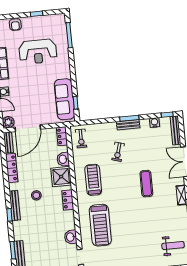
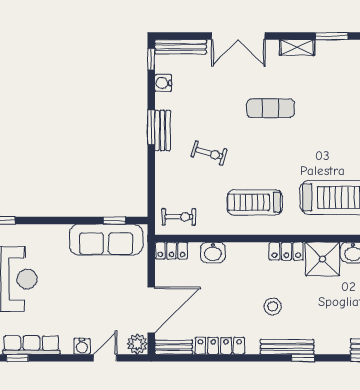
door: (28, 128) -> (151, 310), hinge flipped
shower: (61, 177) -> (322, 259), moved

